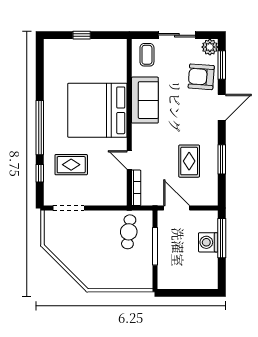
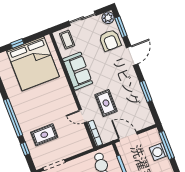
armchair: (201, 77) -> (110, 40), turned -94
bed: (97, 110) -> (33, 64), moved, turned -90
rug: (189, 161) -> (106, 103), moved

